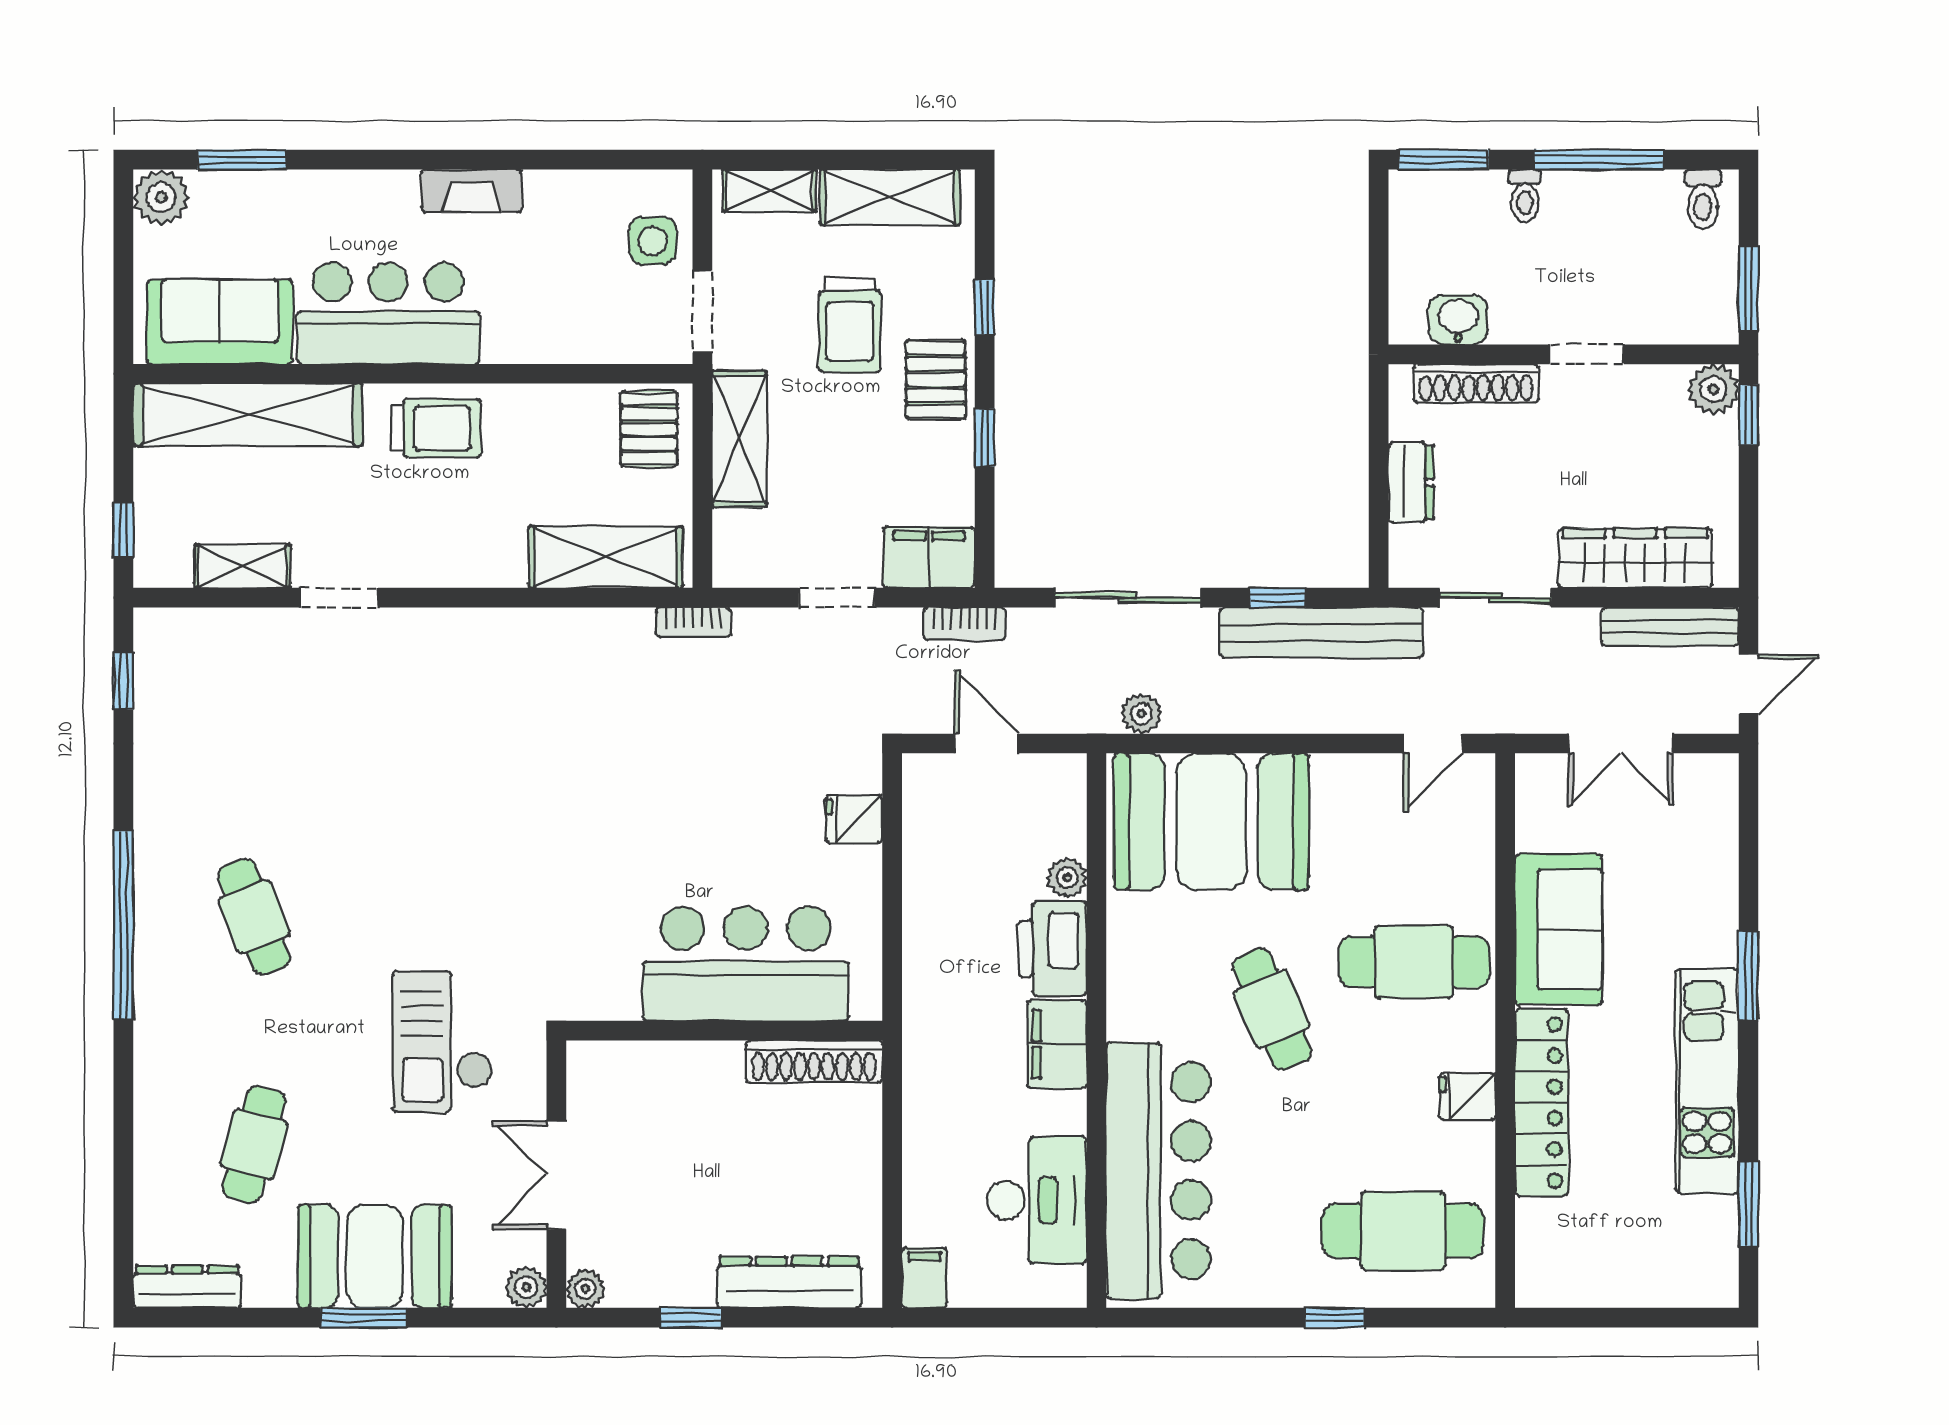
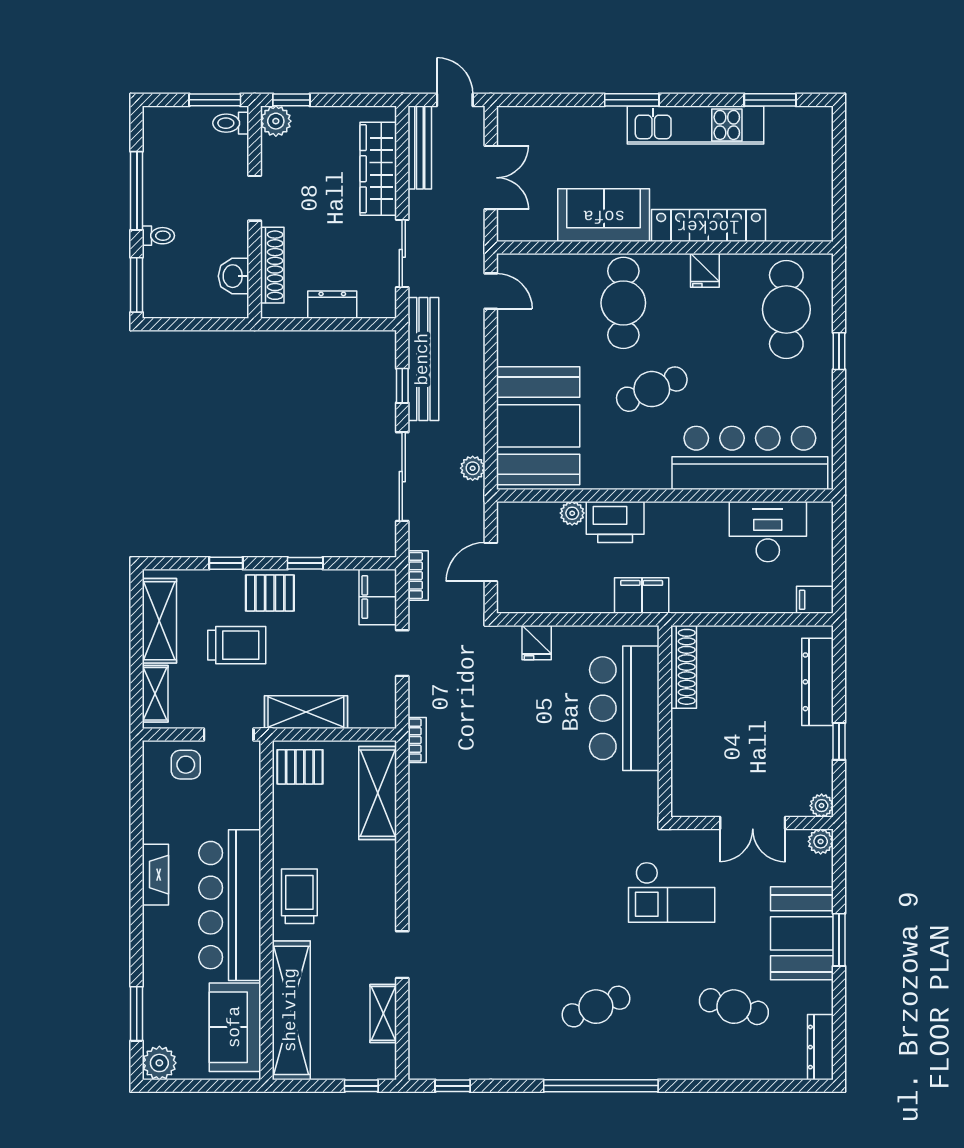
toilet: (1703, 199) -> (231, 123), moved, turned 180
bar counter: (388, 313) -> (230, 905), width x1.36
filing cabinet: (1057, 1044) -> (642, 596), moved, turned 180

